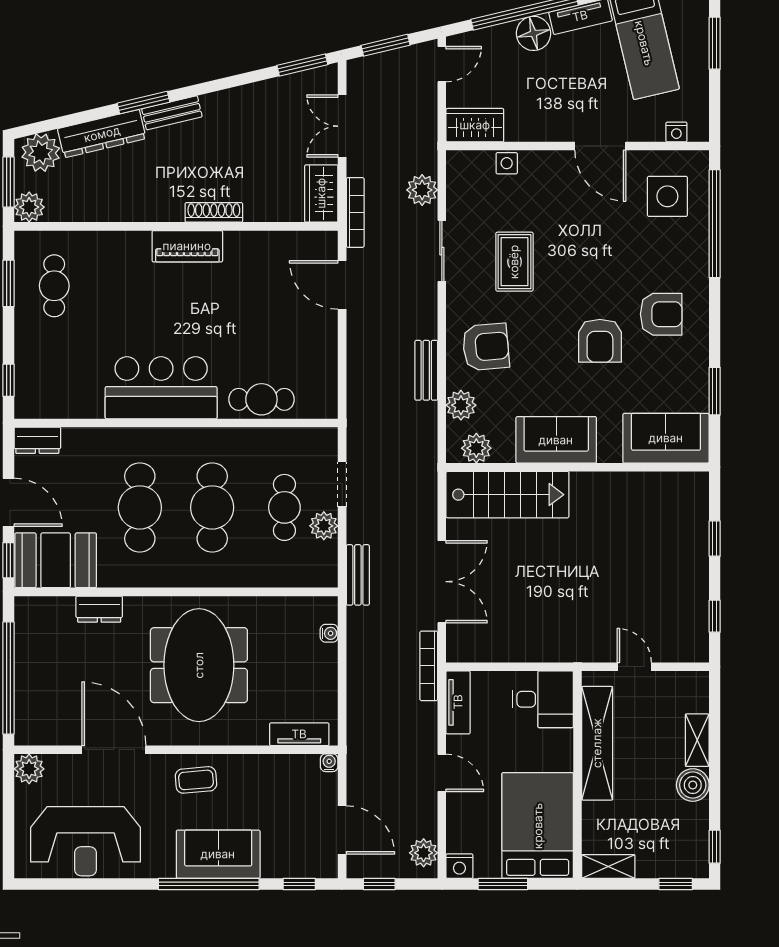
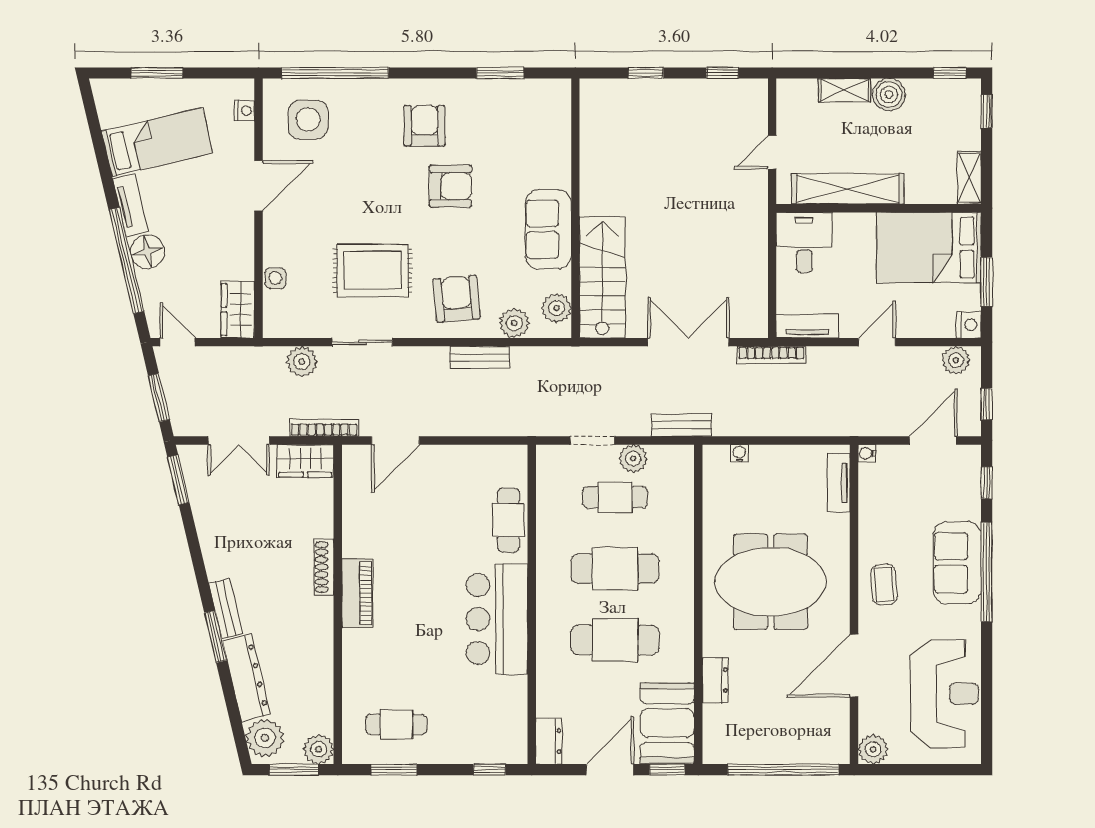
rug: (514, 262) -> (372, 270), width x1.36, depth x1.43
sofa: (666, 438) -> (547, 121), removed

